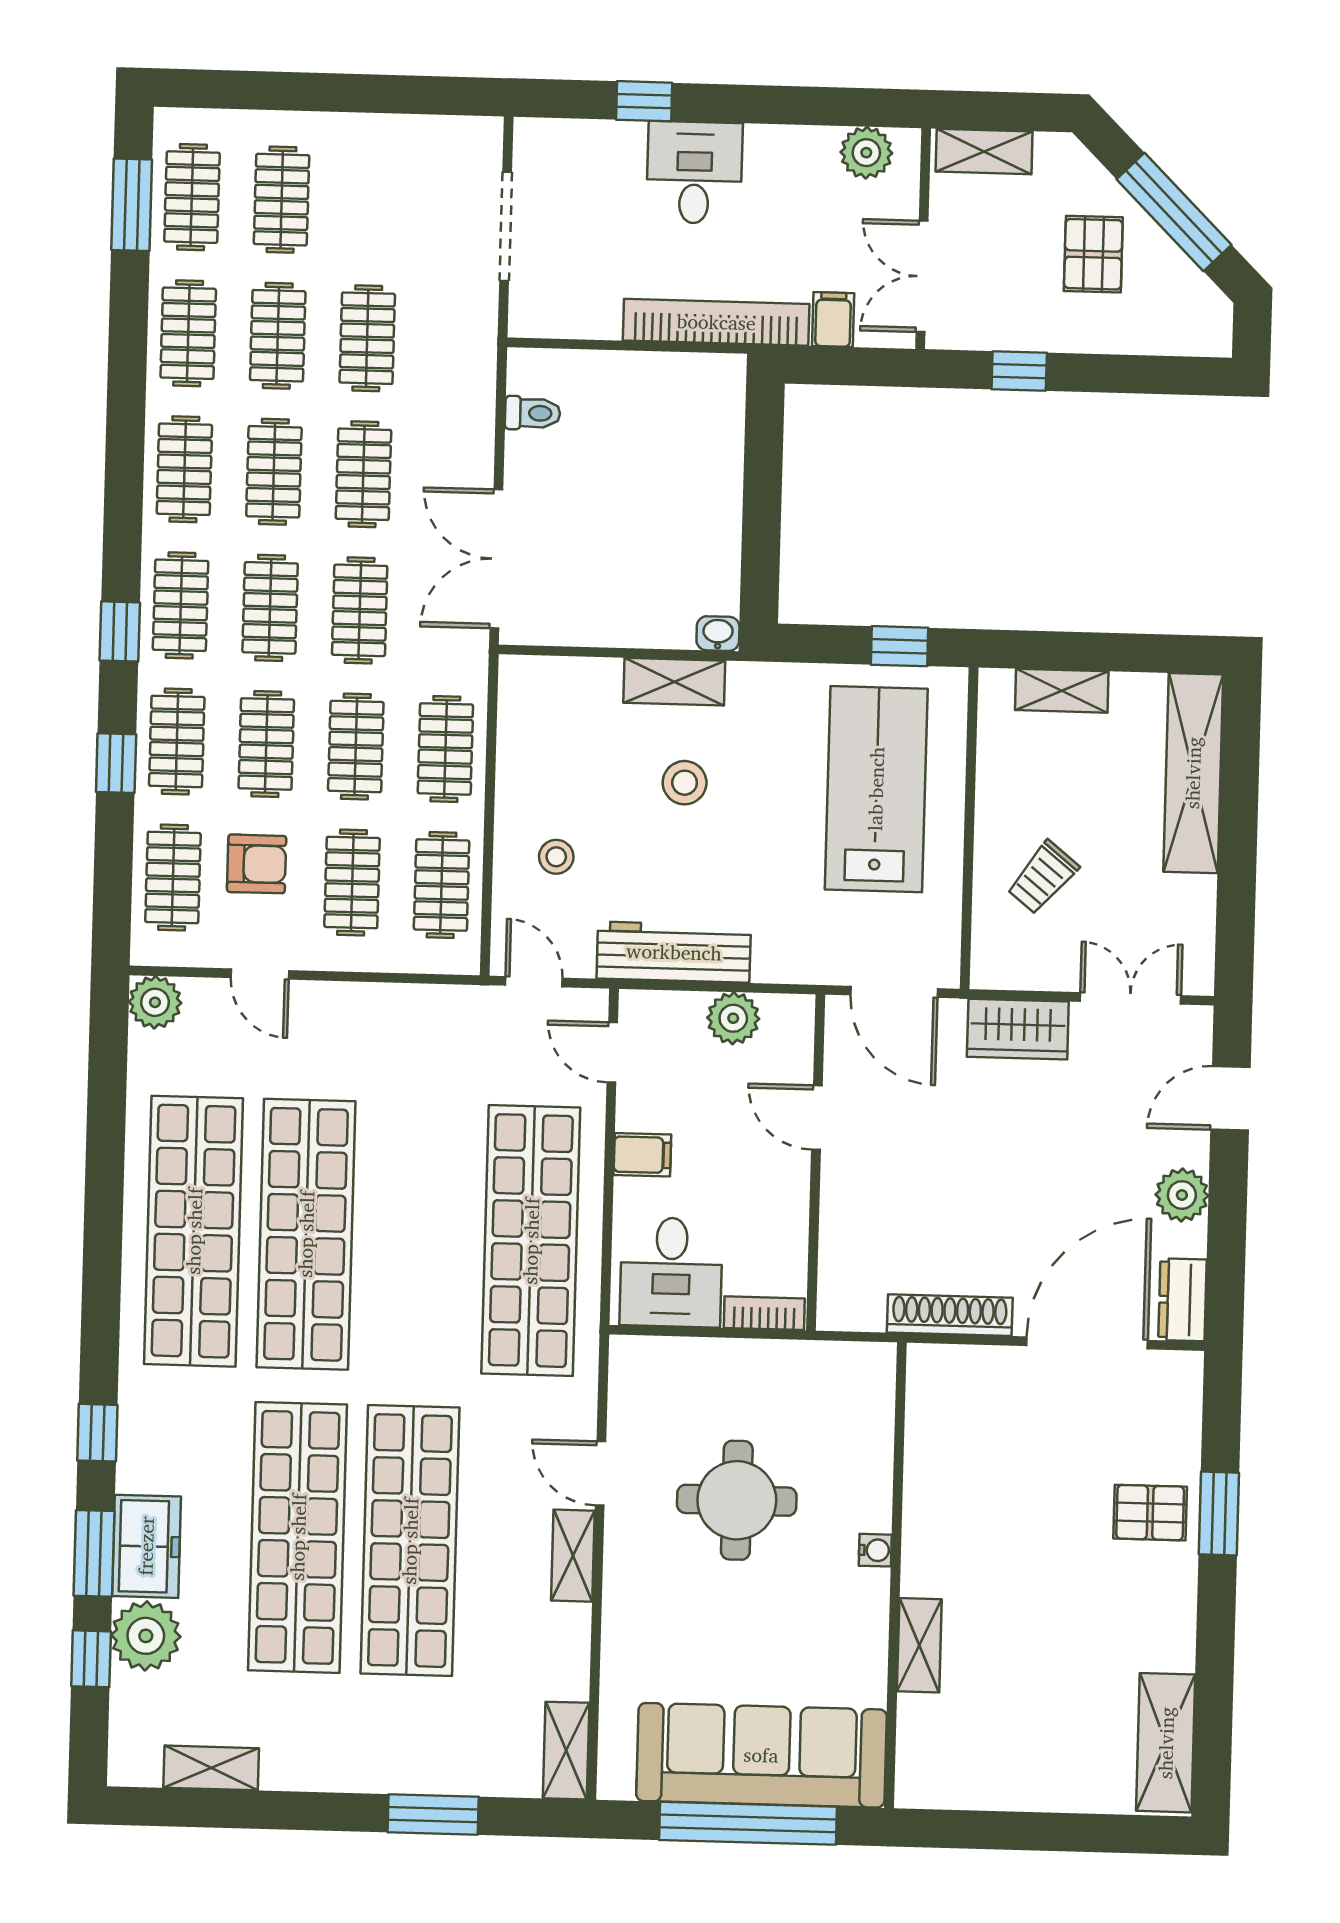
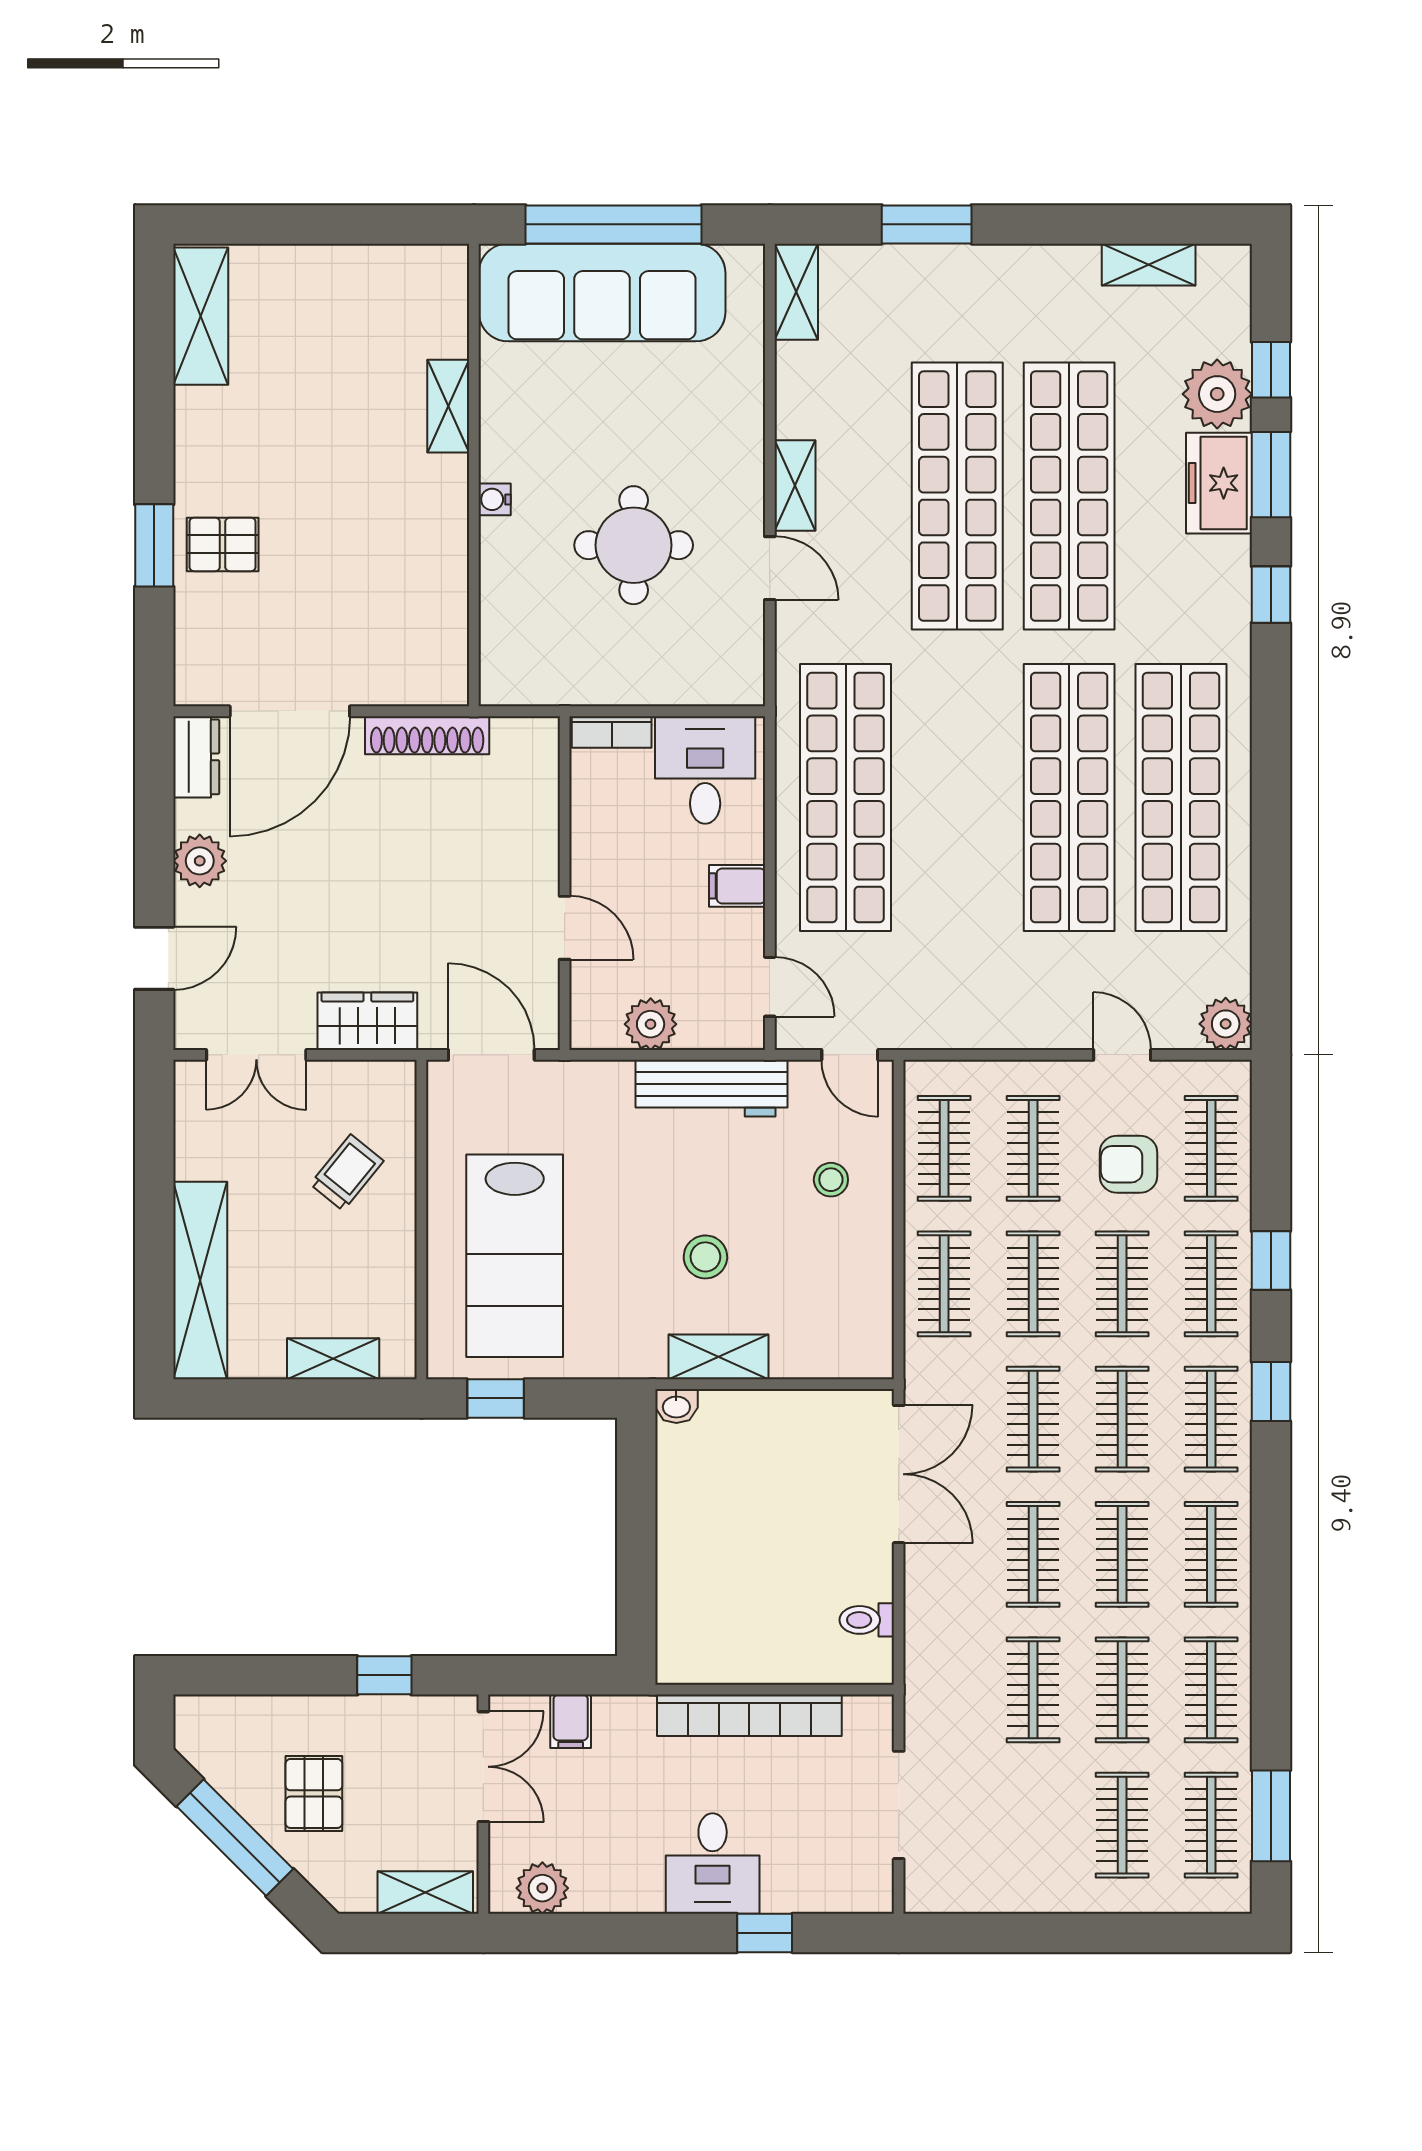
bookcase: (716, 322) -> (749, 1715), moved

